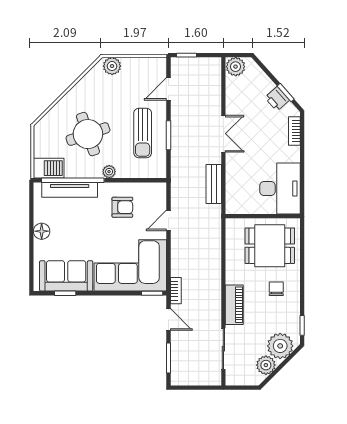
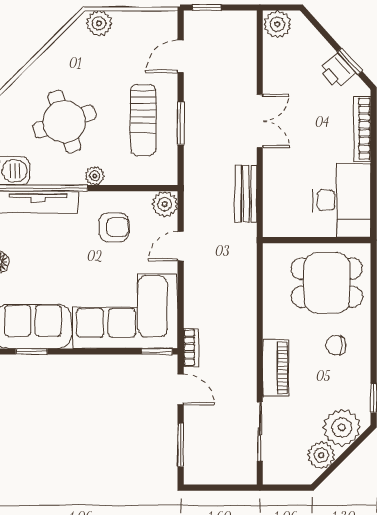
bookcase: (294, 131) -> (362, 129), width x1.56
plant: (158, 191) -> (165, 204), added
chair: (276, 289) -> (336, 345), turned -90

